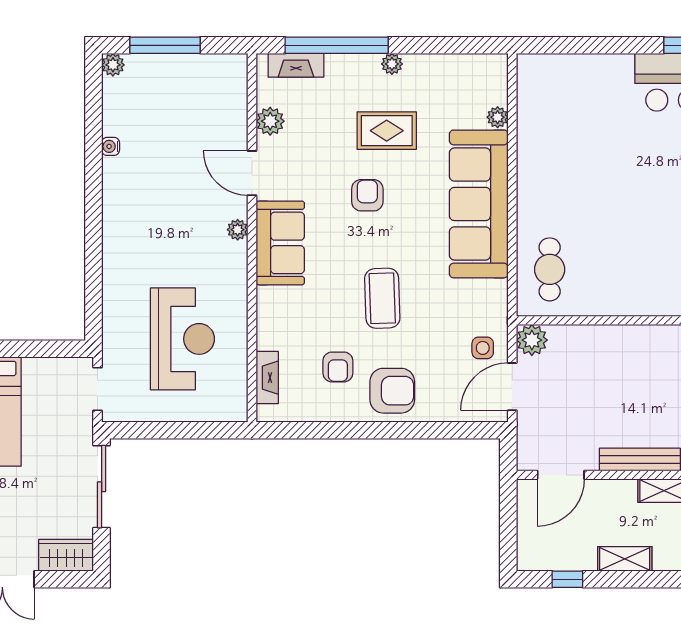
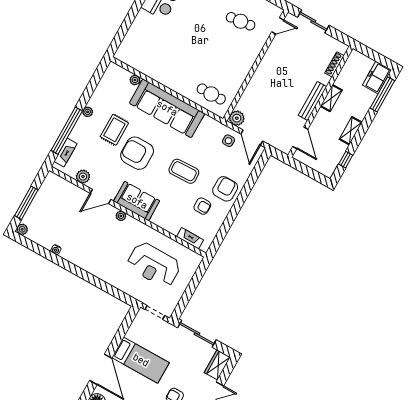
armchair: (367, 195) -> (137, 153), width x1.88, depth x1.88
reception desk: (182, 339) -> (154, 265), turned 180

